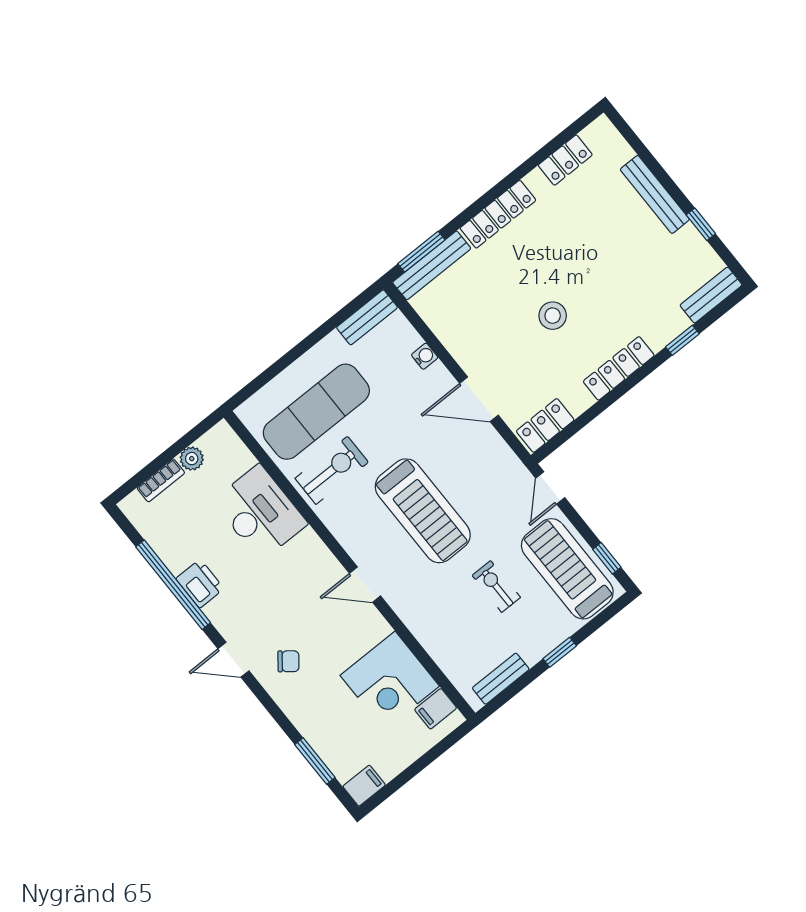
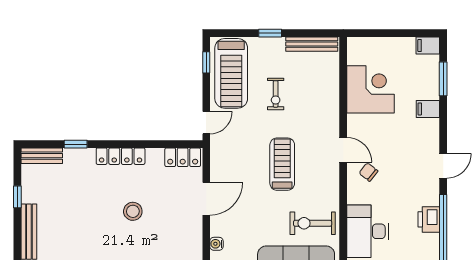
door: (479, 399) -> (206, 199), hinge flipped
treadmill: (423, 511) -> (282, 164), width x0.73, depth x0.73
door: (233, 660) -> (443, 166), hinge flipped
chair: (288, 661) -> (368, 172), moved
bench: (501, 679) -> (312, 44), width x1.36
filing cabinet: (436, 709) -> (428, 109), moved, turned 180

